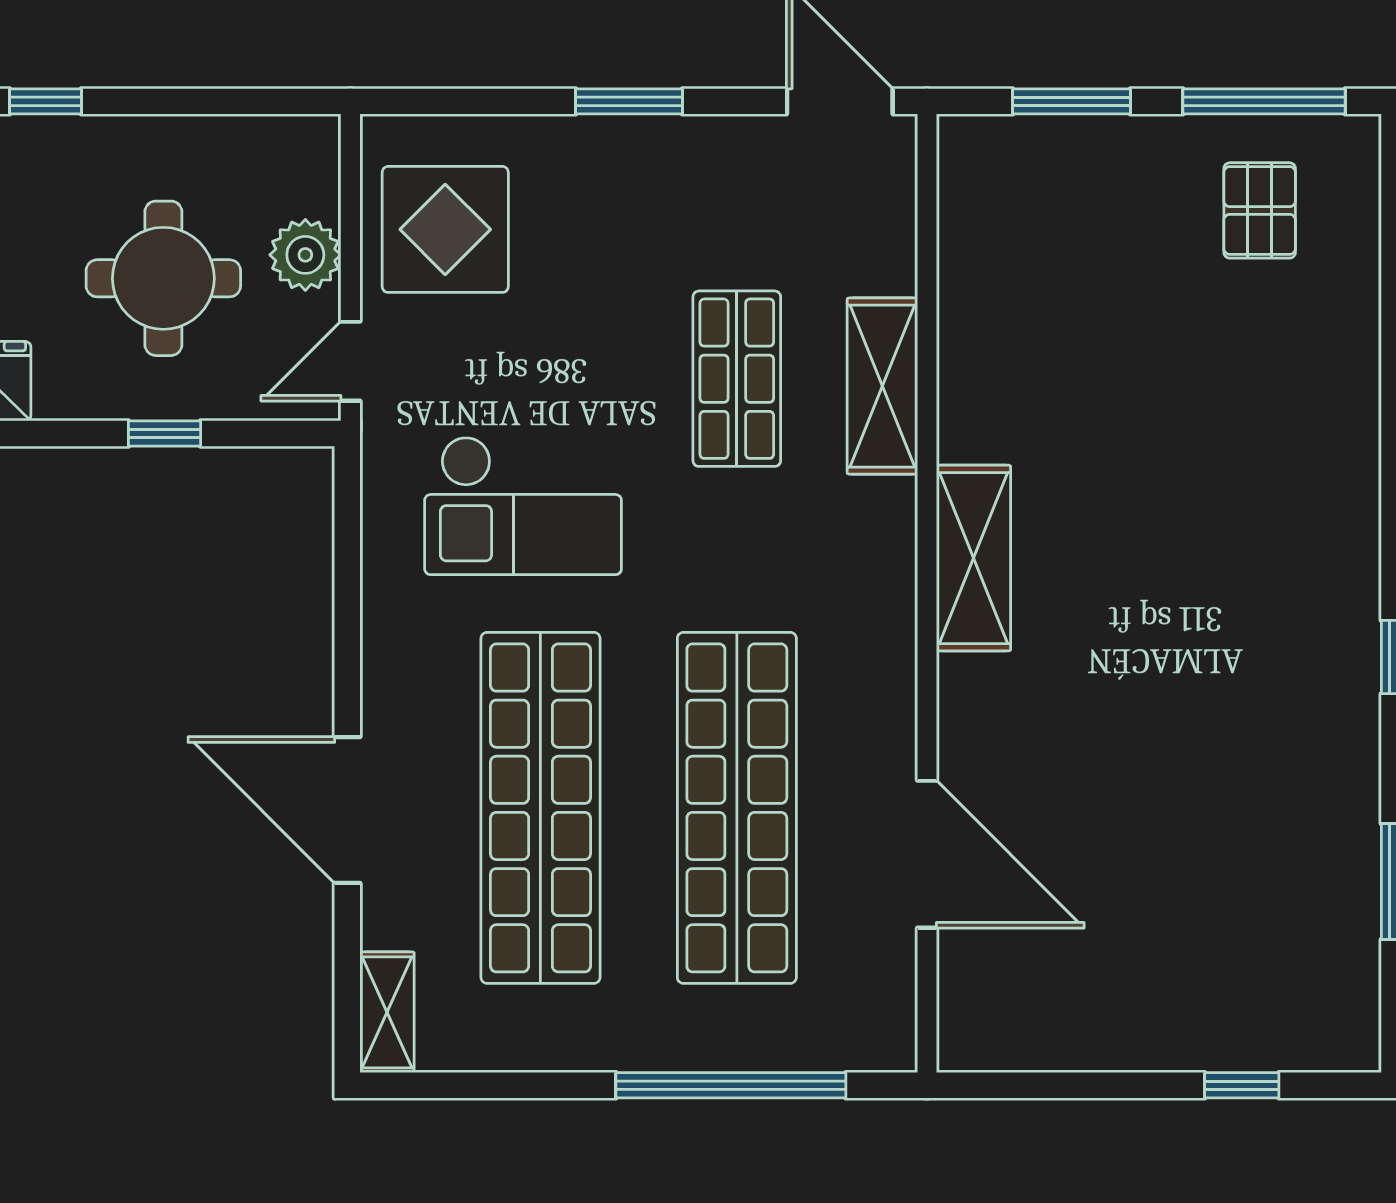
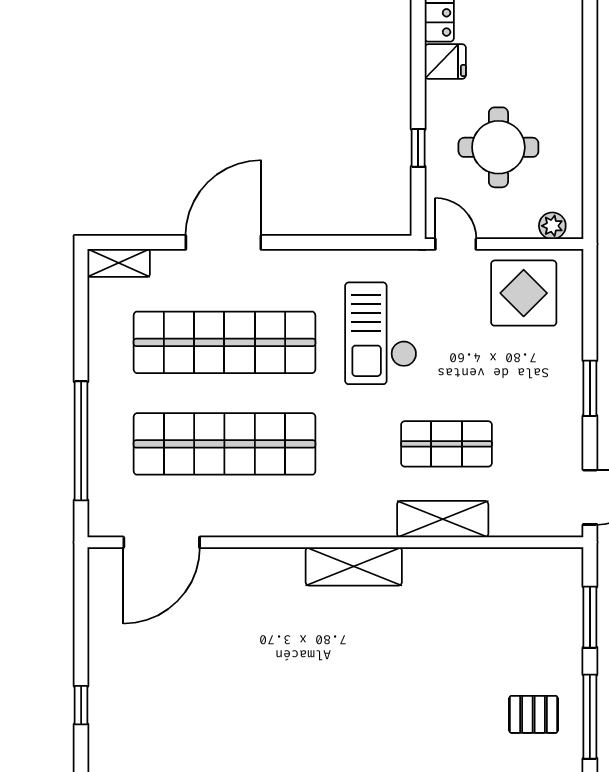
window: (46, 101) -> (590, 86), removed
plant: (305, 255) -> (552, 226), moved, width x0.73, depth x0.73
door: (927, 854) -> (162, 542), moved

